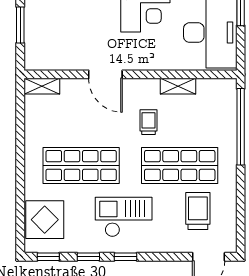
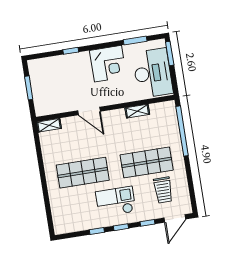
trolley: (149, 122) -> (122, 138), removed
trolley: (198, 211) -> (163, 190), turned 180
display table: (45, 220) -> (65, 212), removed
window: (48, 257) -> (148, 223), moved

